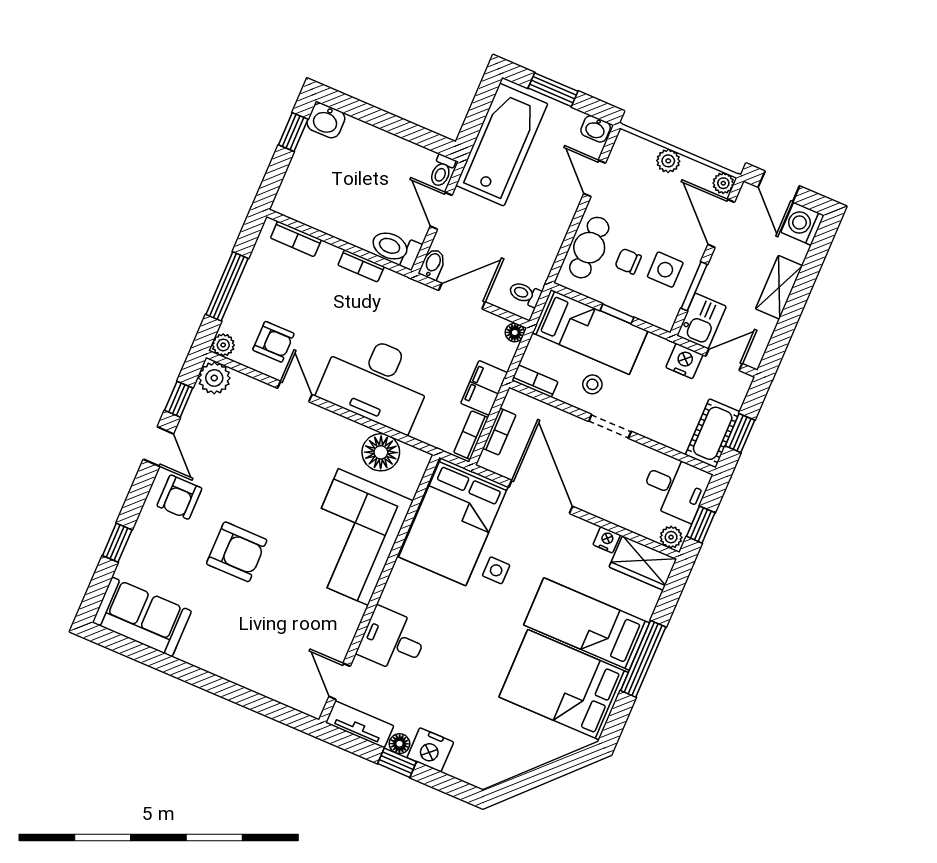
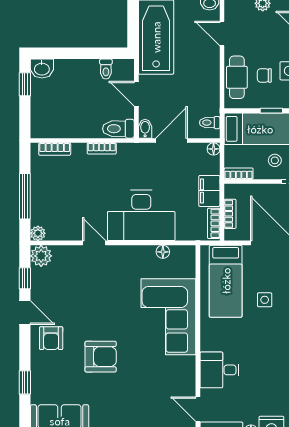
toilet: (442, 171) -> (106, 69), moved
armchair: (273, 342) -> (68, 218), removed
floor lamp: (381, 452) -> (163, 252), width x0.53, depth x0.53
bed: (453, 522) -> (226, 281), width x0.67

